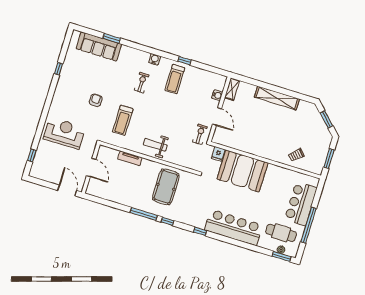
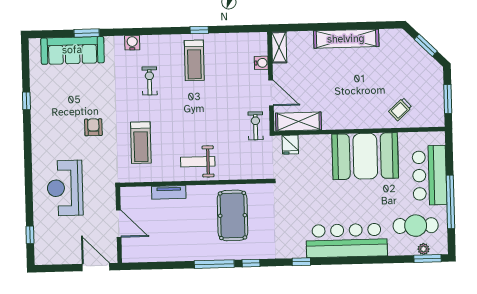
water cooler: (155, 59) -> (132, 43), moved
reception desk: (64, 133) -> (65, 188), turned -90
shelving: (228, 141) -> (298, 121), added
booth: (242, 171) -> (365, 156), moved

